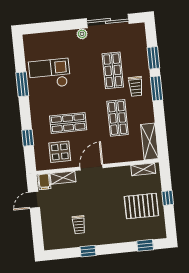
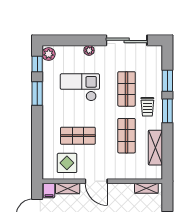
plant: (82, 34) -> (89, 50), moved
plant: (30, 43) -> (49, 54), added
checkout: (50, 74) -> (80, 87), moved
window: (28, 138) -> (37, 64), moved
shelving: (150, 141) -> (155, 148), moved
door: (92, 167) -> (96, 181), swing flipped

